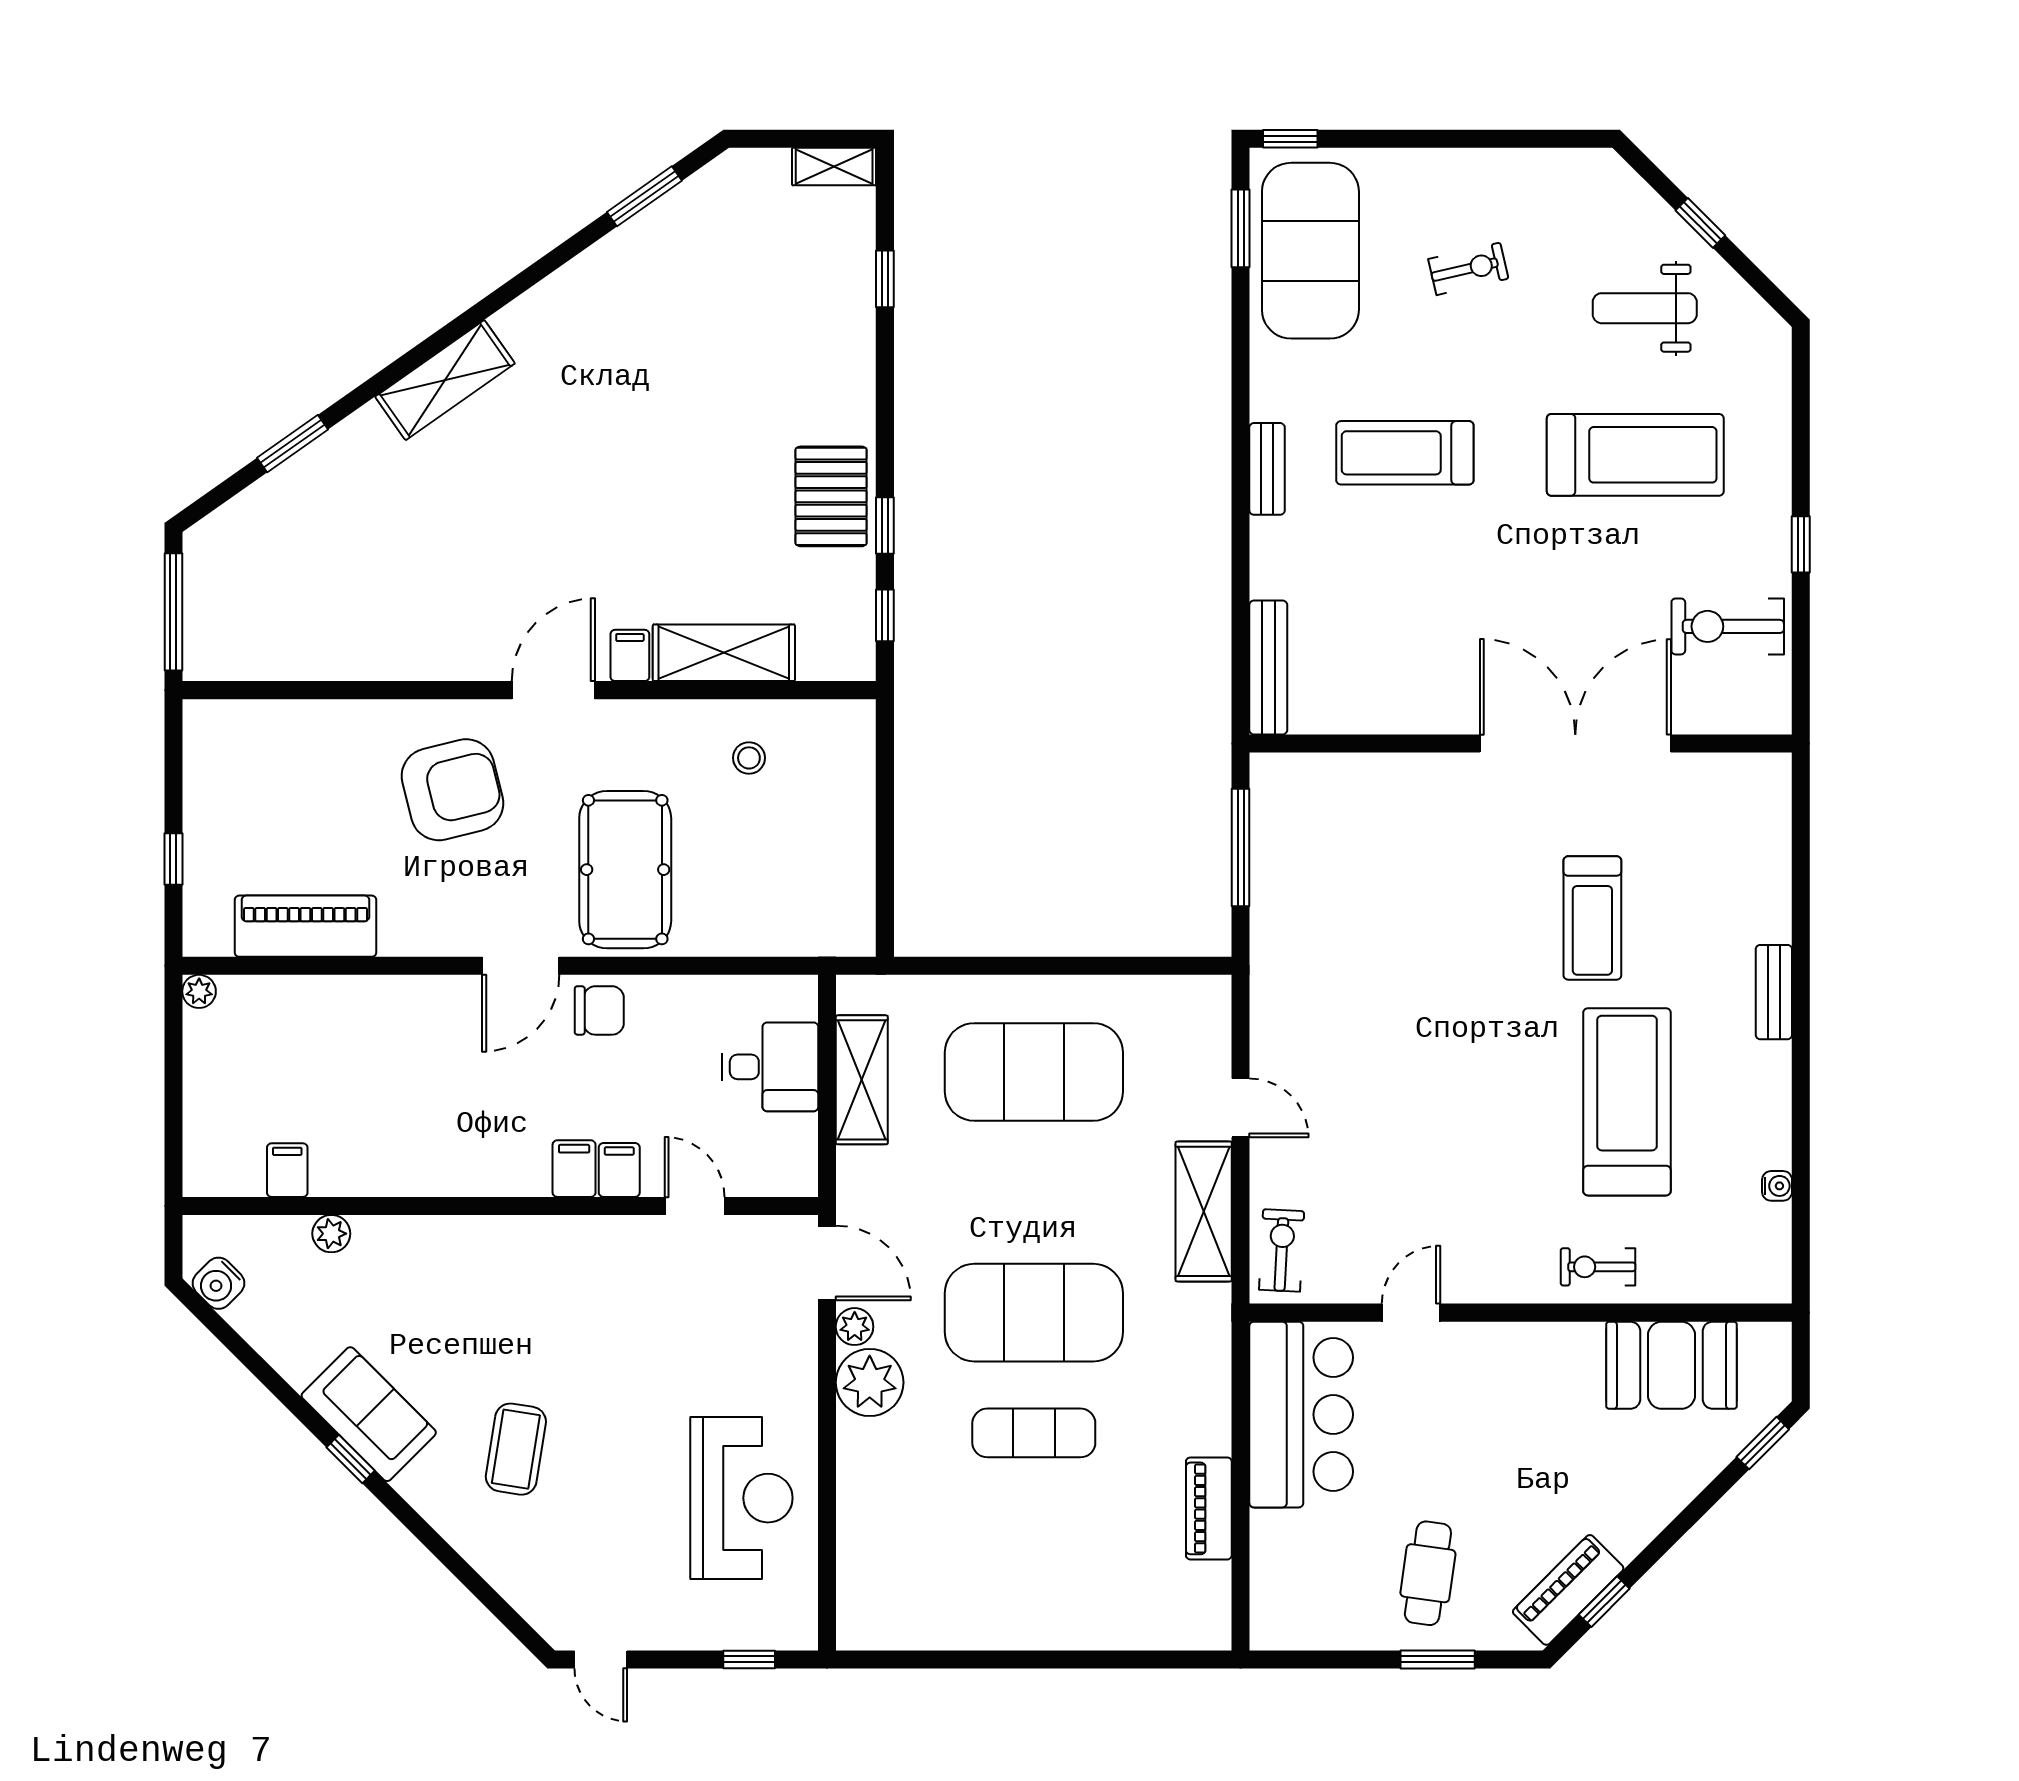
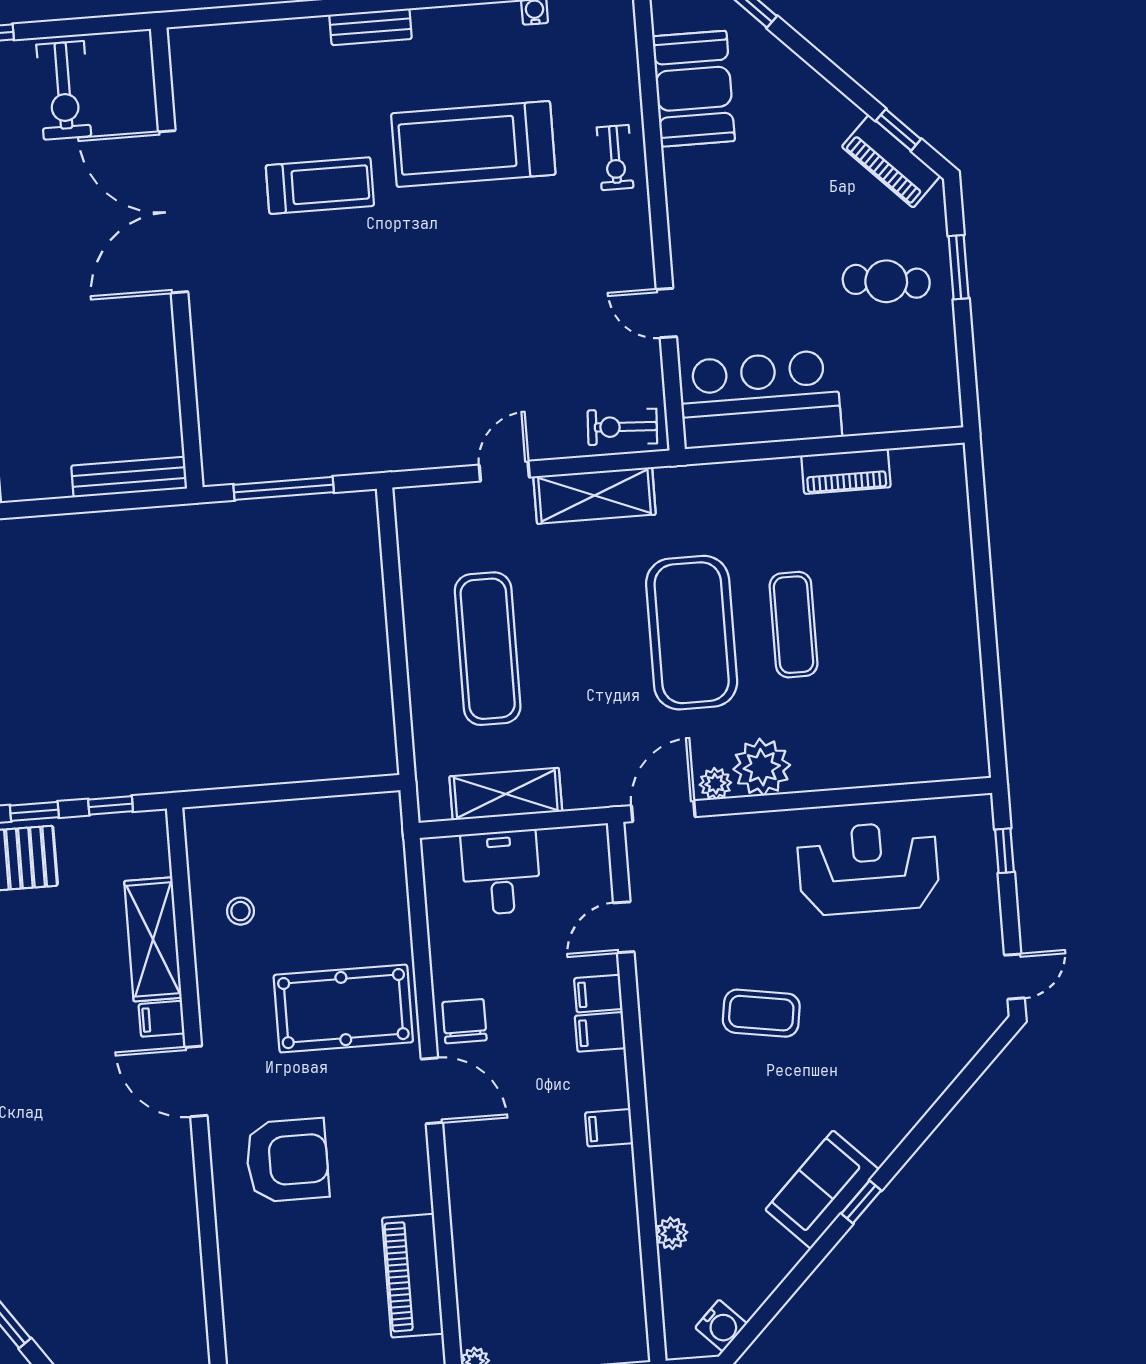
armchair: (452, 790) -> (287, 1160), turned 104
exercise mat: (1034, 1072) -> (488, 649), width x0.68
filing cabinet: (287, 1170) -> (609, 1128), moved
coffee table: (516, 1449) -> (761, 1013), moved

